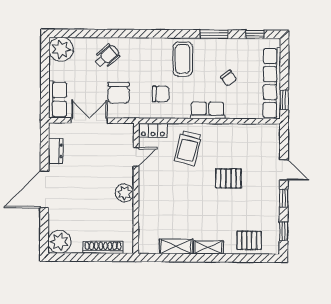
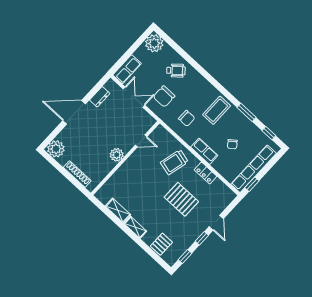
locker: (153, 130) -> (206, 173), moved
pallet: (228, 178) -> (181, 199), width x1.50, depth x1.42
pallet: (249, 240) -> (161, 244), turned 90

